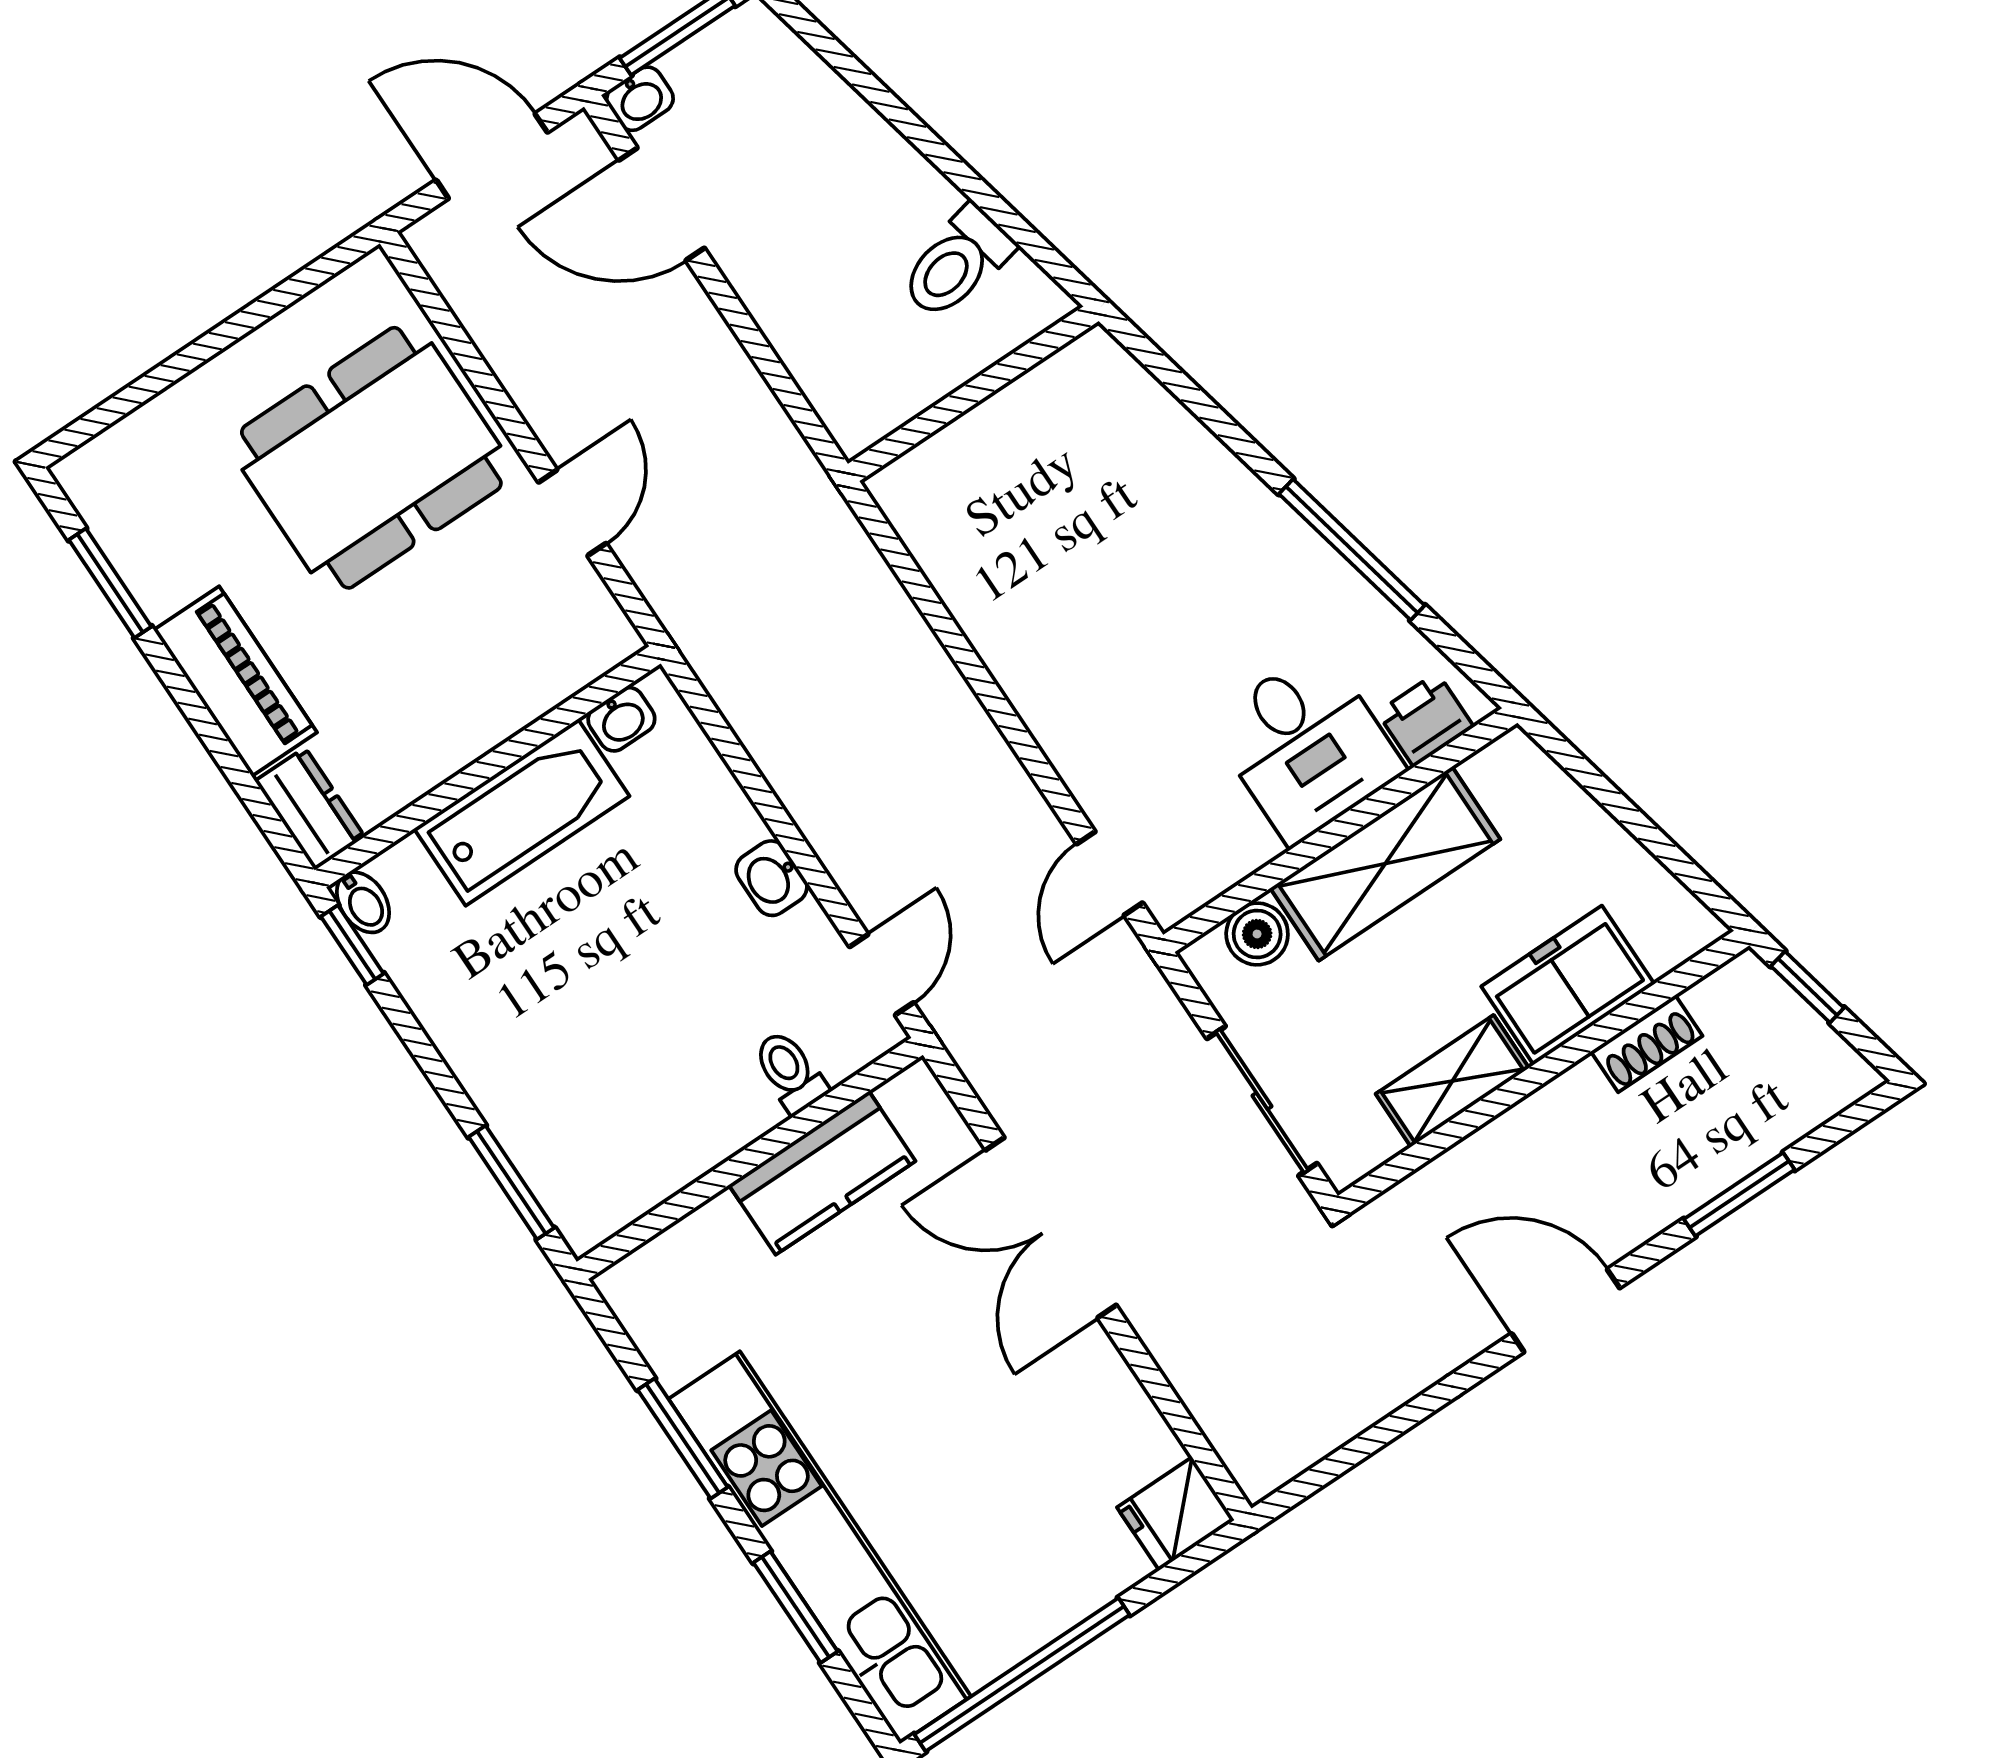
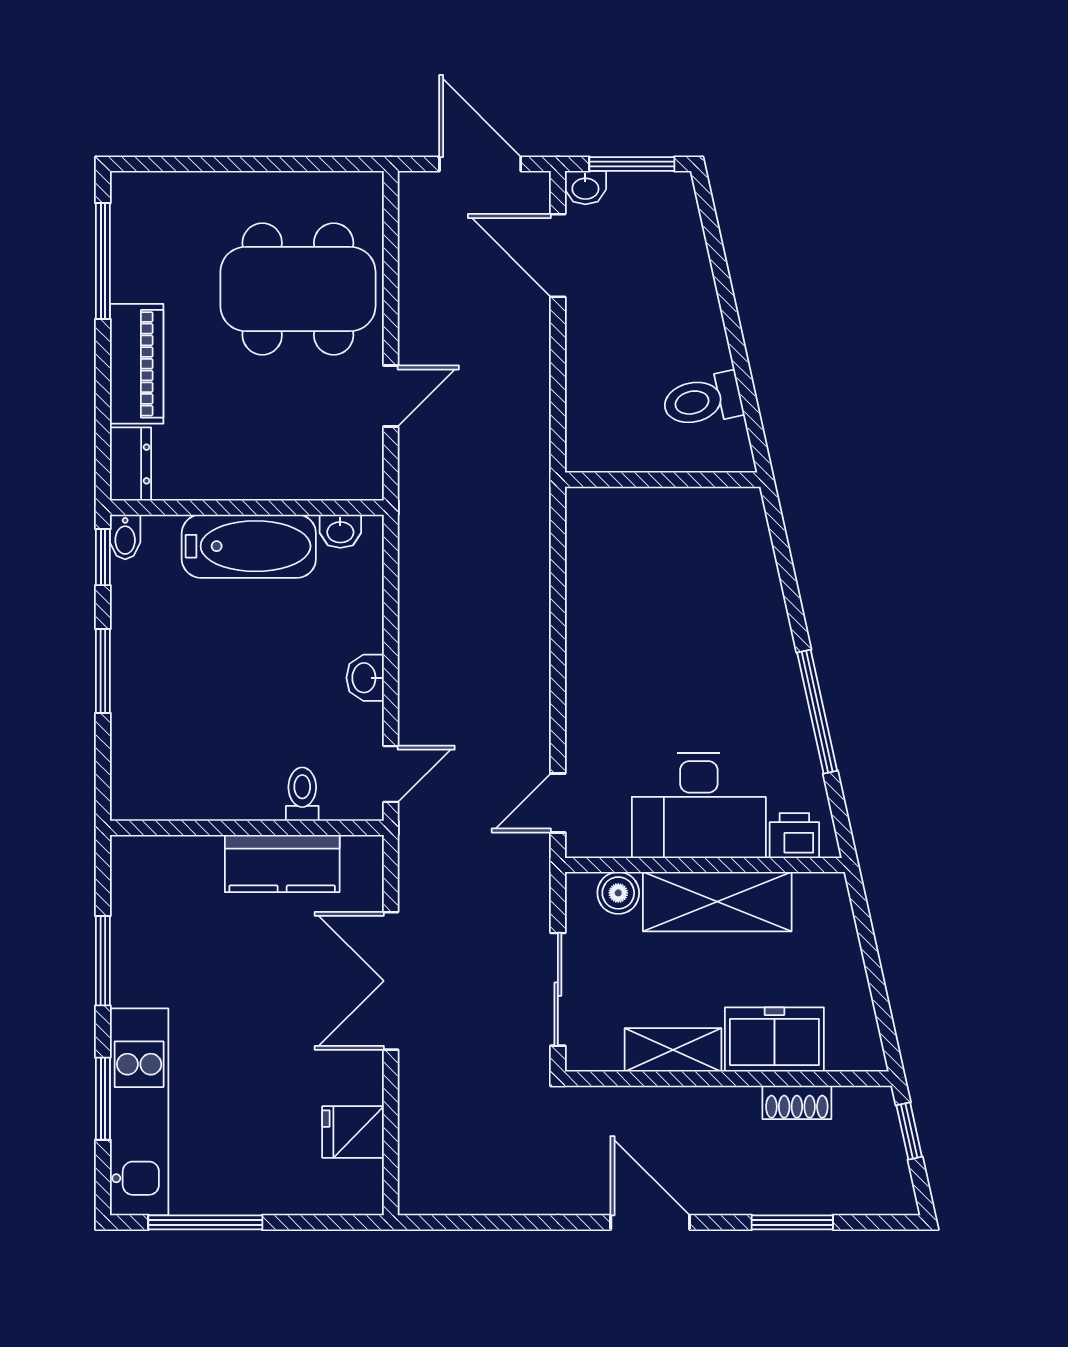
window: (110, 583) -> (103, 261), width x1.44
desk: (1306, 746) -> (699, 805), width x1.37
window: (511, 1182) -> (103, 671), moved
fridge: (1176, 1514) -> (353, 1132), moved
kitchen unit: (820, 1548) -> (139, 1112), width x0.73
window: (1022, 1675) -> (205, 1222), width x0.68

